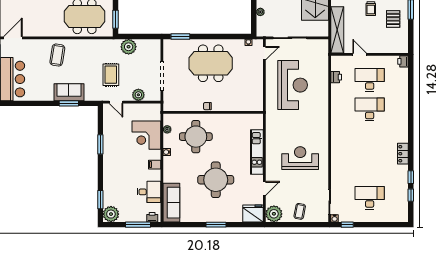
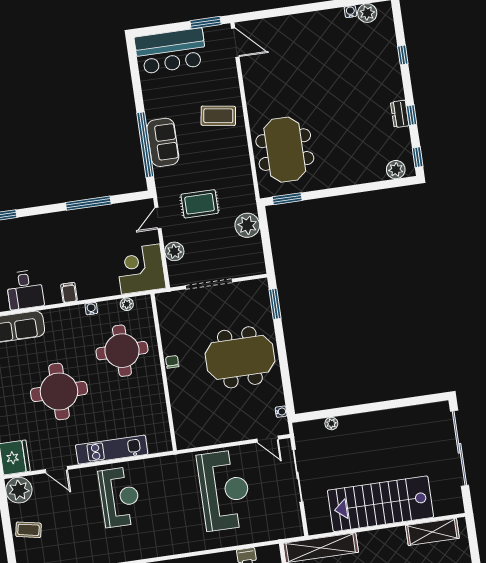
meeting table: (211, 63) -> (240, 357), turned 90
reception desk: (293, 85) -> (224, 490), turned -90
window: (69, 103) -> (145, 145), width x2.11
corner desk: (146, 135) -> (141, 269), moved
window: (100, 144) -> (88, 203), width x1.44
reception desk: (300, 158) -> (120, 497), moved

